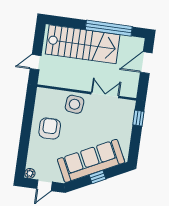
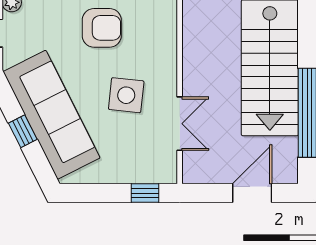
door: (146, 63) -> (252, 193), hinge flipped
side table: (75, 104) -> (126, 95), moved

